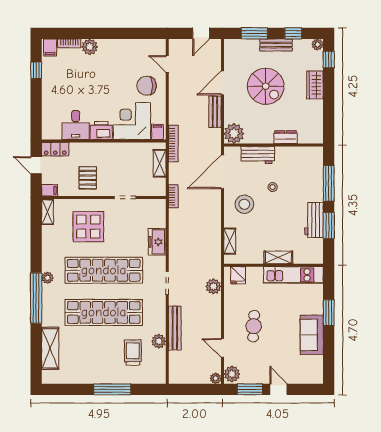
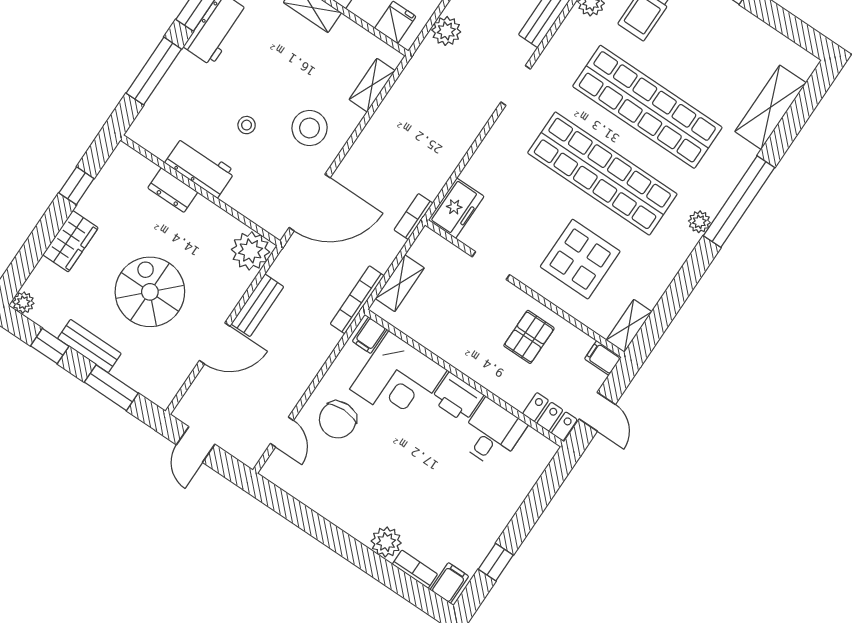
door: (201, 33) -> (196, 444), swing flipped
window: (329, 59) -> (76, 186), moved
chair: (147, 86) -> (338, 420), turned 90
workbench: (258, 155) -> (200, 167), moved
freezer: (157, 242) -> (456, 208), moved

